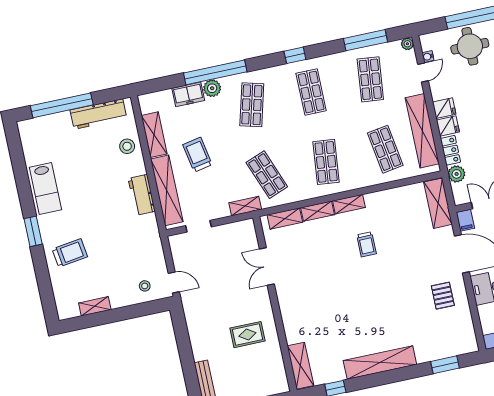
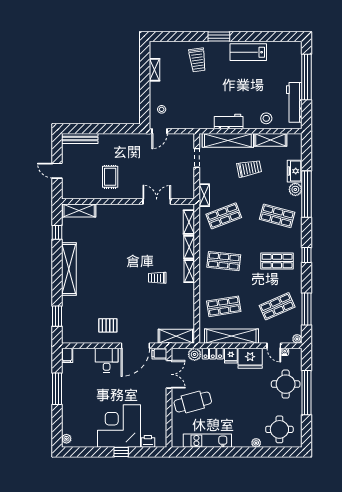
shop shelf: (370, 79) -> (277, 306), turned -30
fridge: (444, 108) -> (250, 358), width x1.88, depth x1.34

